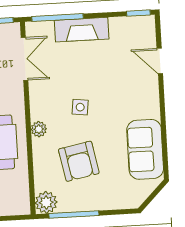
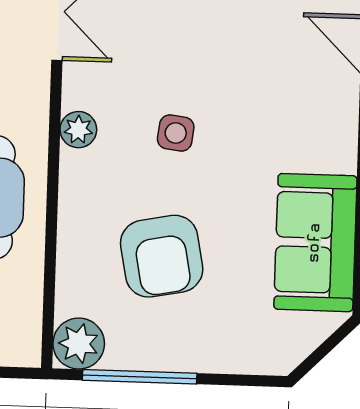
plant: (39, 129) -> (78, 130), moved

